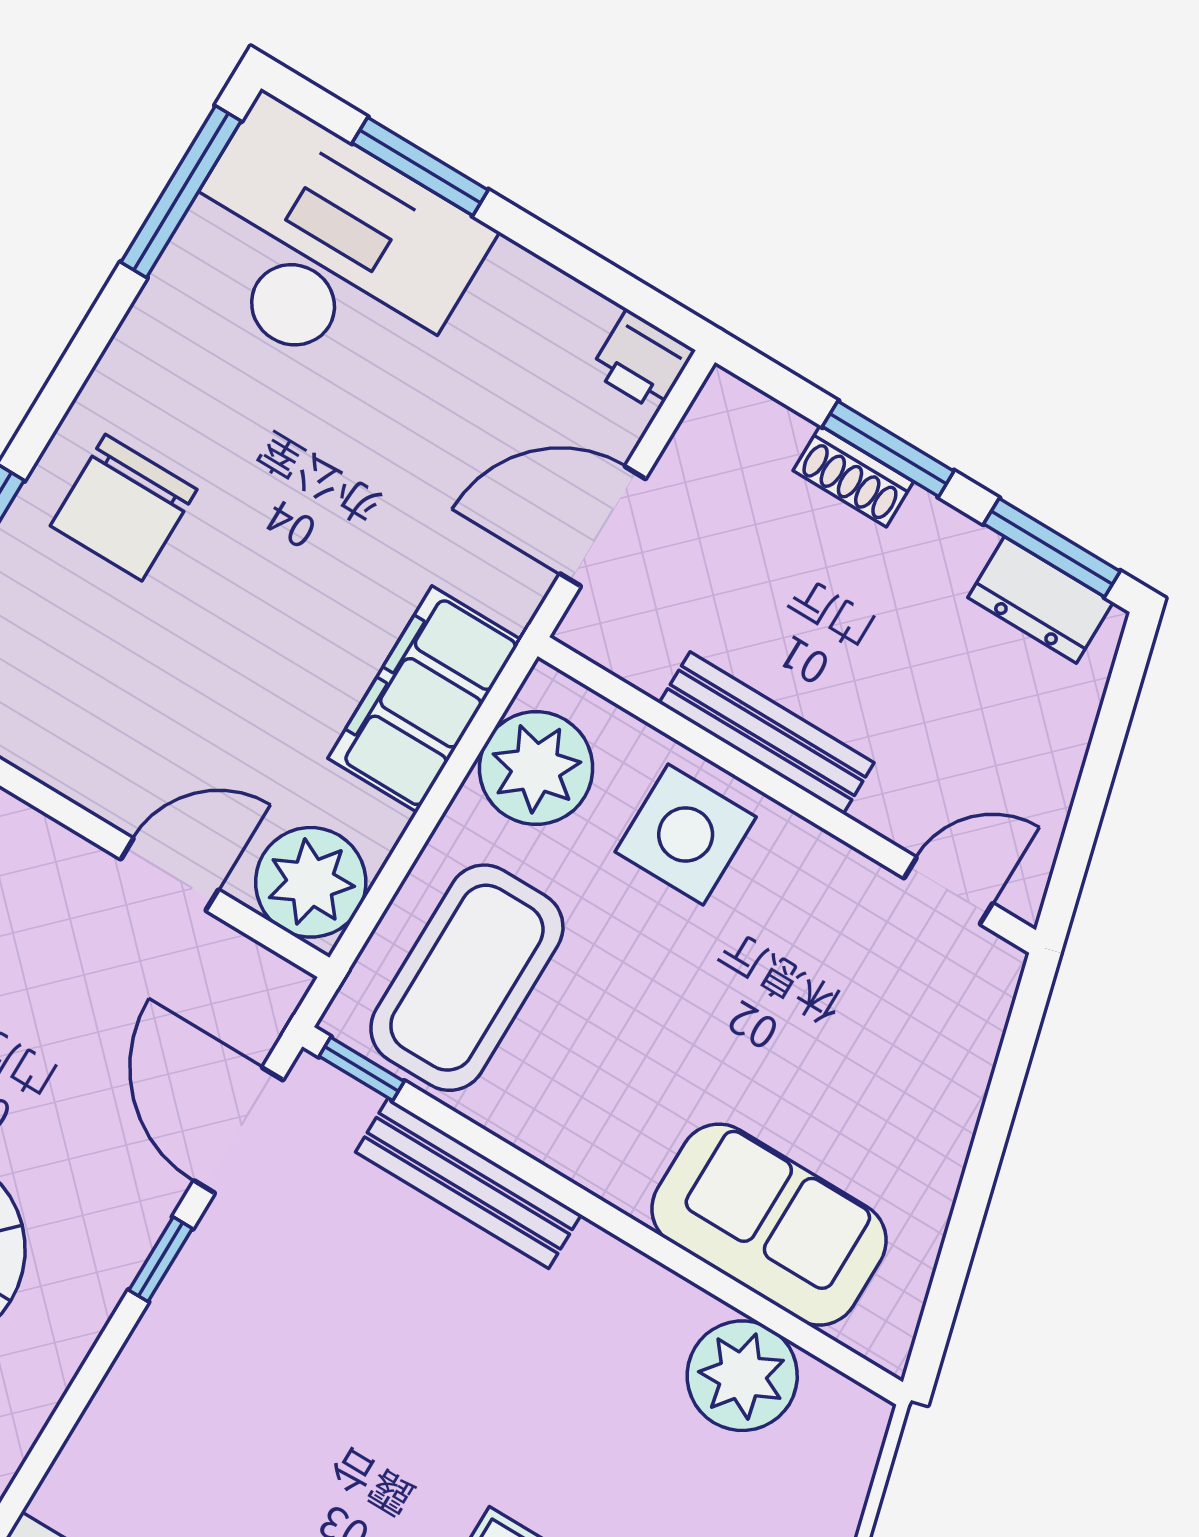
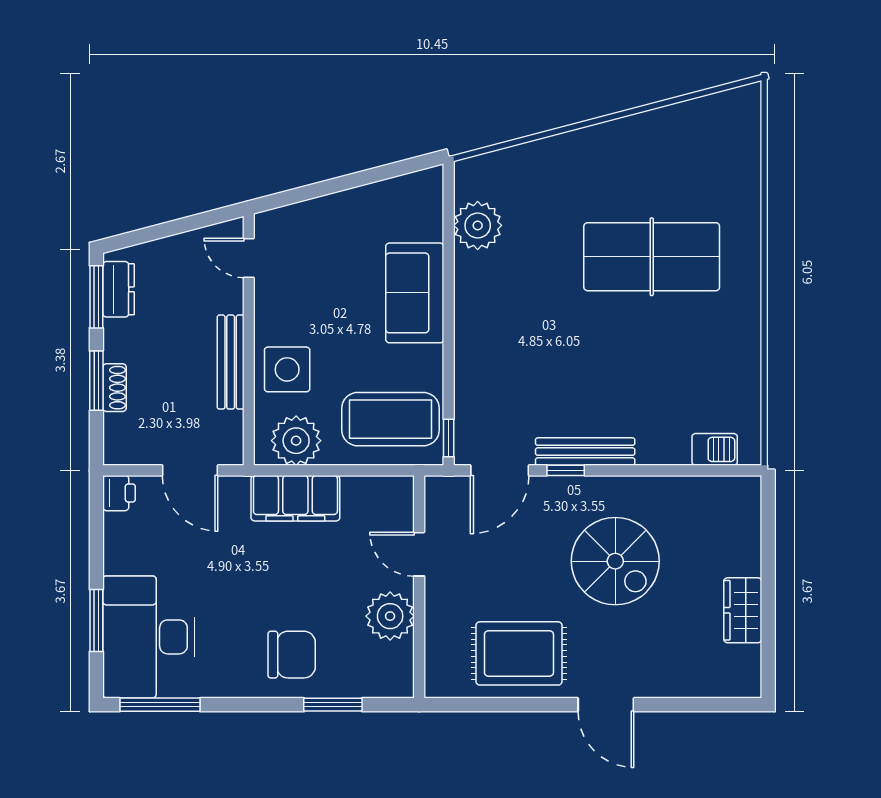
plant: (311, 882) -> (390, 616), moved
bench: (468, 1183) -> (585, 452), moved, turned 90
sofa: (769, 1225) -> (415, 293), moved

